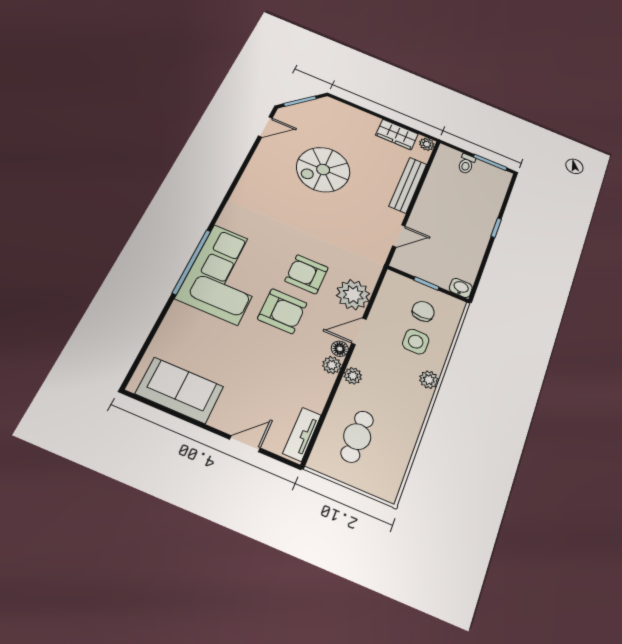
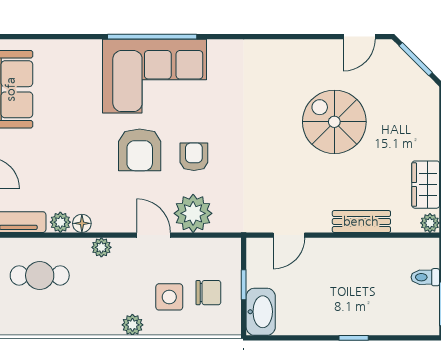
door: (265, 127) -> (359, 37), hinge flipped
bench: (408, 185) -> (361, 221), width x0.73
door: (399, 236) -> (289, 235), hinge flipped
armchair: (307, 274) -> (194, 157), width x0.72, depth x0.72
washbasin: (461, 288) -> (261, 312), width x1.91, depth x1.45
floor lamp: (340, 349) -> (82, 223), moved
plant: (332, 365) -> (60, 222), moved

